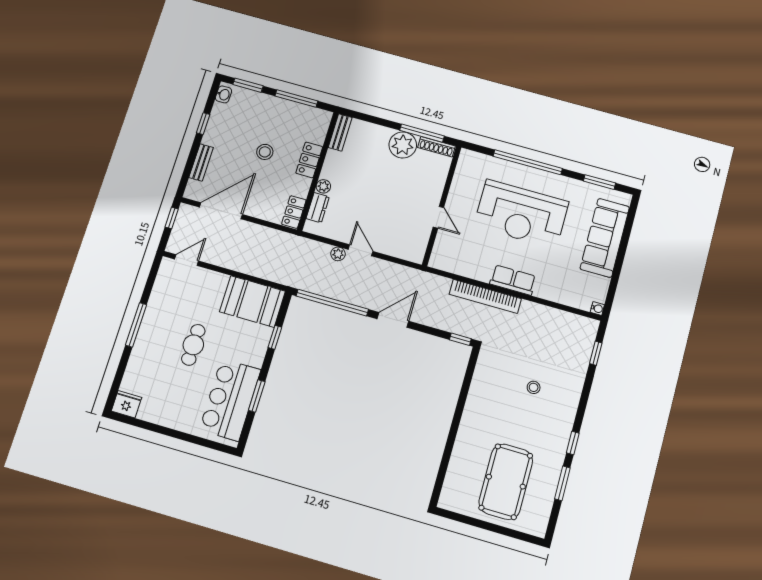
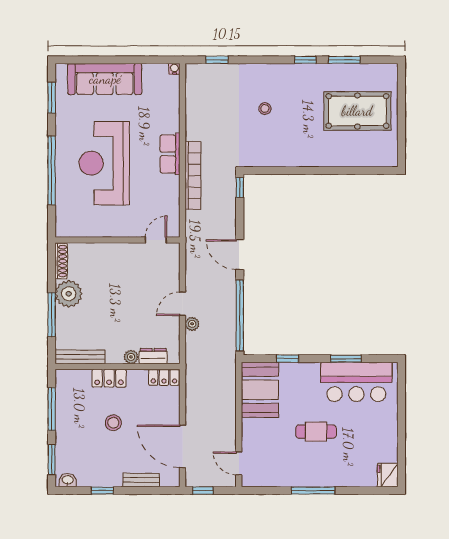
bench: (340, 132) -> (80, 357), width x1.36
window: (422, 133) -> (52, 315), moved
reception desk: (521, 214) -> (104, 163), turned 180
door: (438, 217) -> (156, 240), moved

